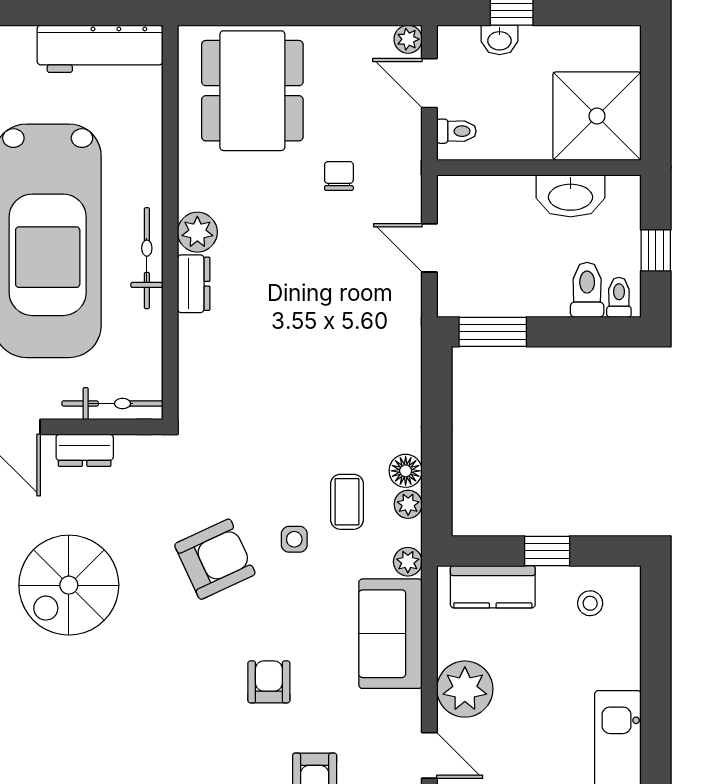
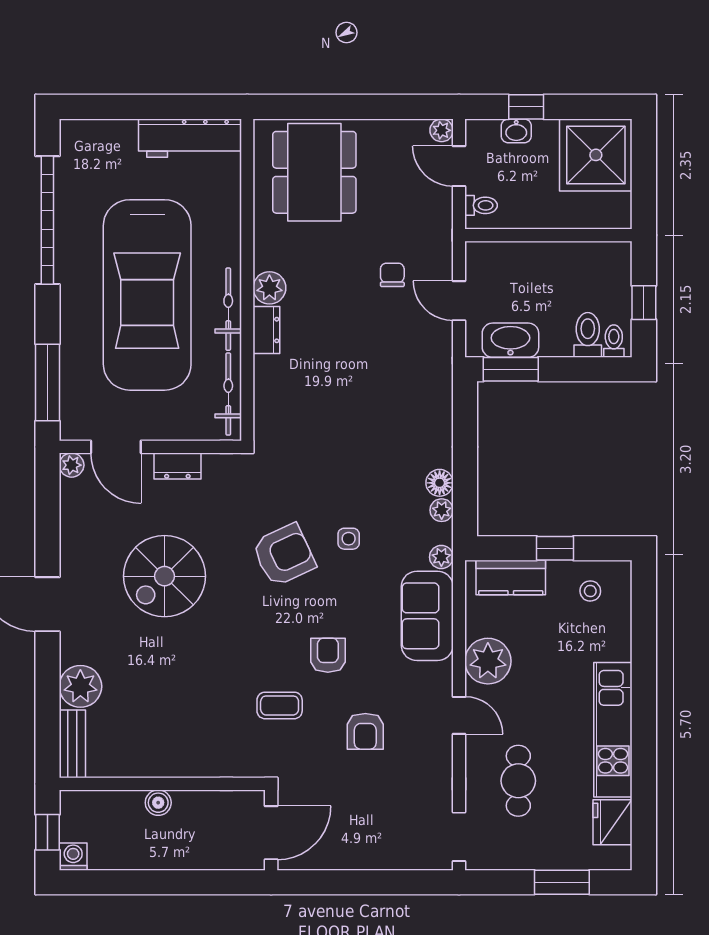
shower: (597, 116) -> (596, 155), moved
chair: (339, 176) -> (392, 275), moved
washbasin: (571, 196) -> (510, 340), moved, turned 180
bicycle: (112, 404) -> (228, 394), moved, turned -90
coffee table: (347, 502) -> (280, 705), moved, turned 90

